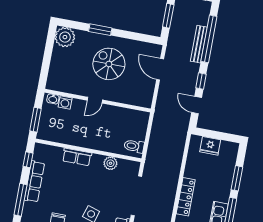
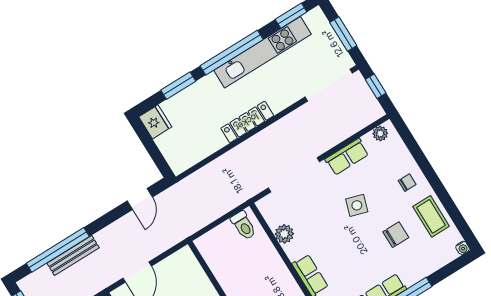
window: (201, 81) -> (110, 217), removed
fridge: (210, 146) -> (155, 122), moved

